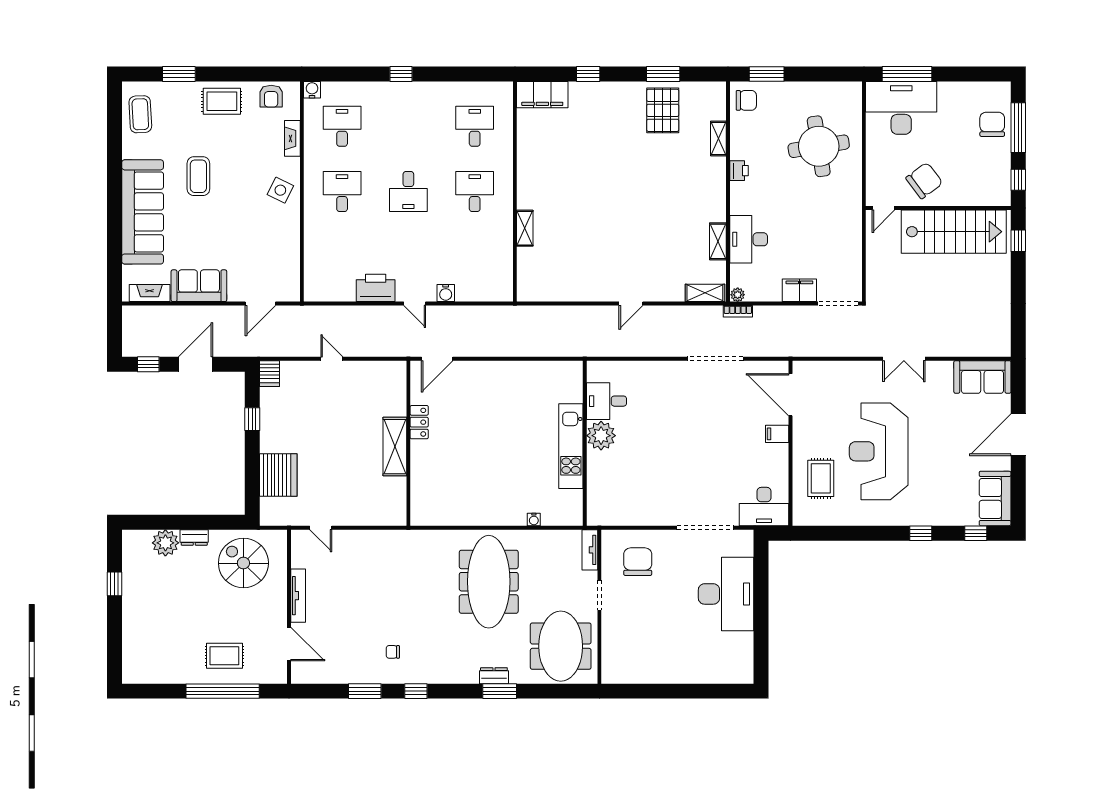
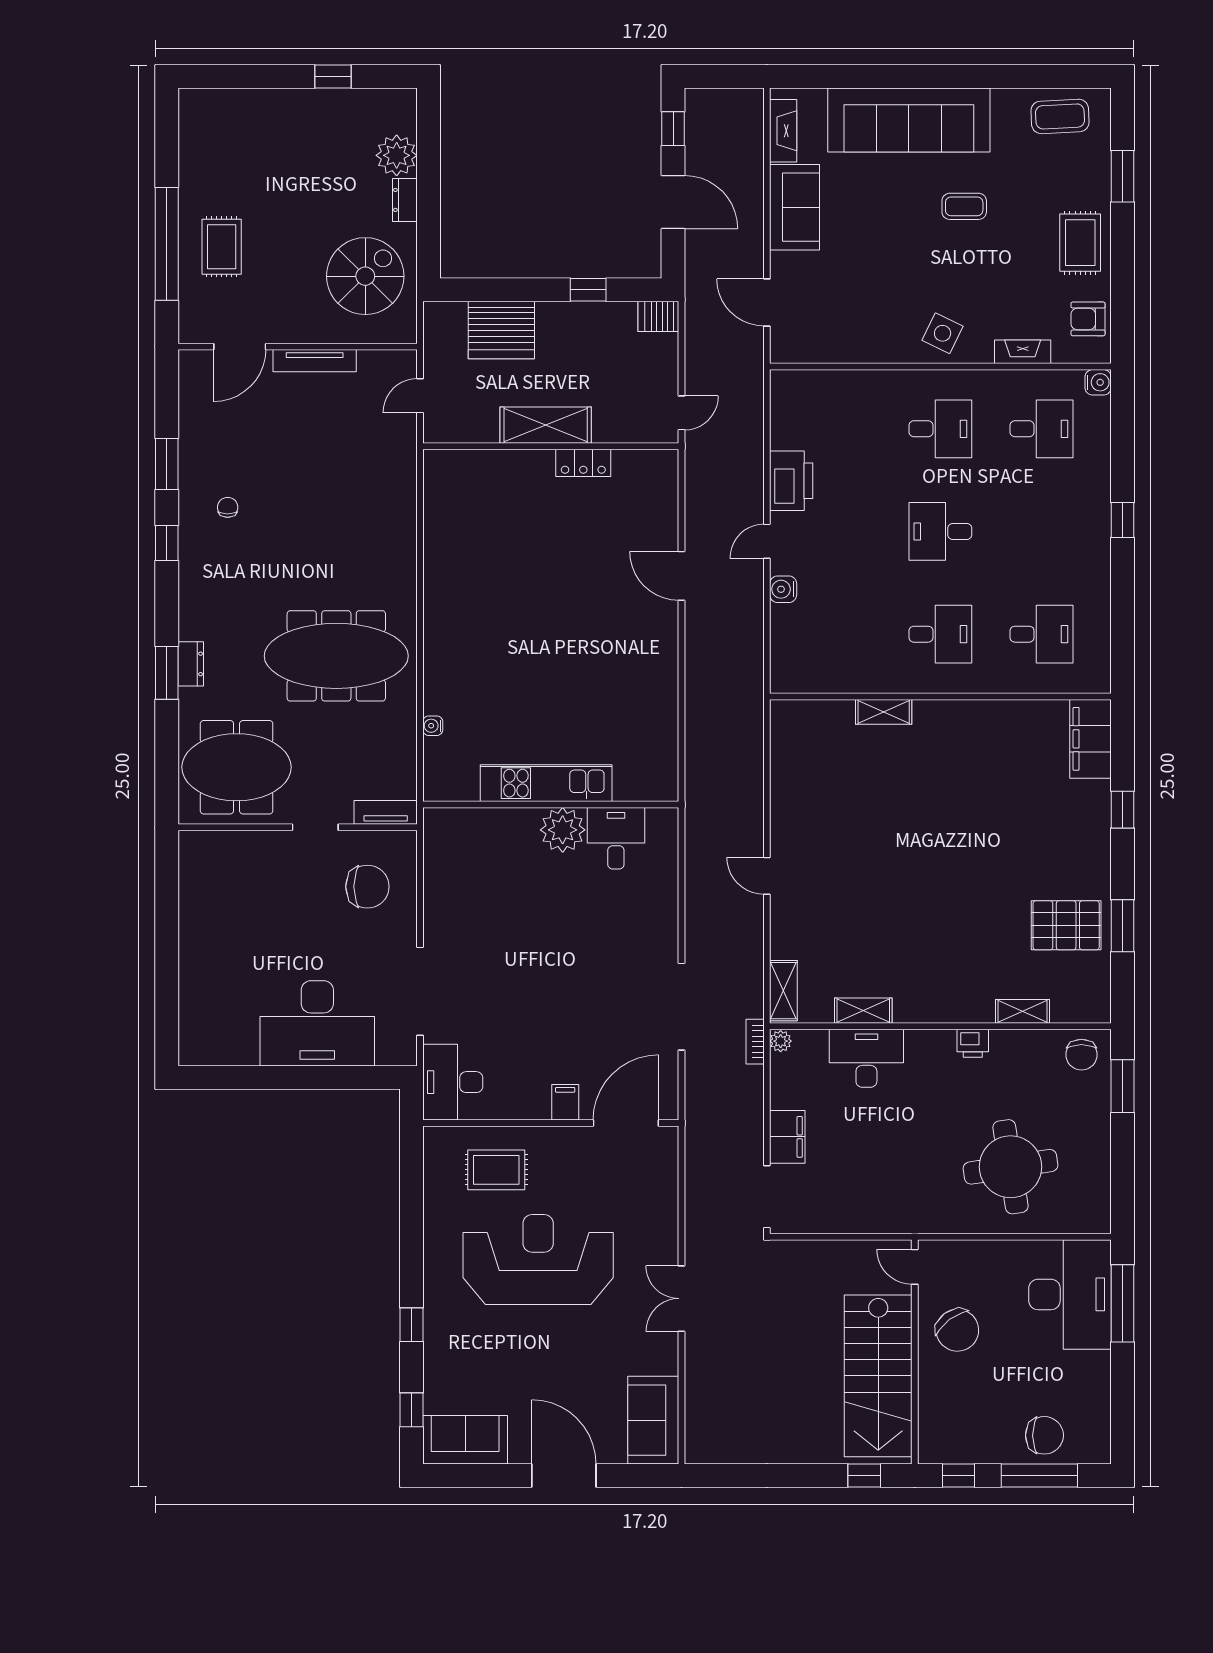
coffee table: (198, 176) -> (964, 206), width x0.73, depth x0.77
locker: (419, 422) -> (583, 463), moved
wall: (408, 443) -> (551, 446), moved
shelving: (395, 447) -> (546, 425), moved

